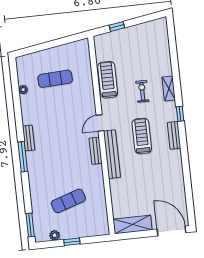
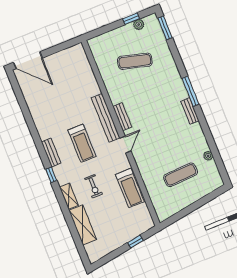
exercise mat: (68, 201) -> (135, 61), turned 33
shelving: (133, 225) -> (83, 225), moved, turned 90
window: (72, 242) -> (131, 19), moved

